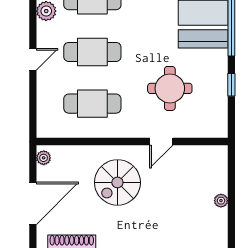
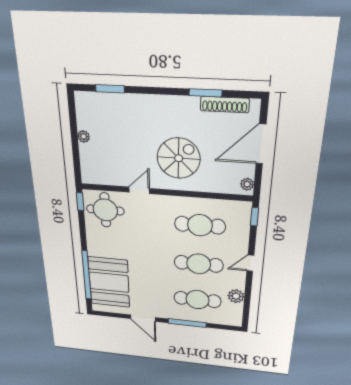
window: (231, 85) -> (80, 202), moved
round table: (170, 88) -> (105, 210), moved
window: (33, 120) -> (255, 217), added

